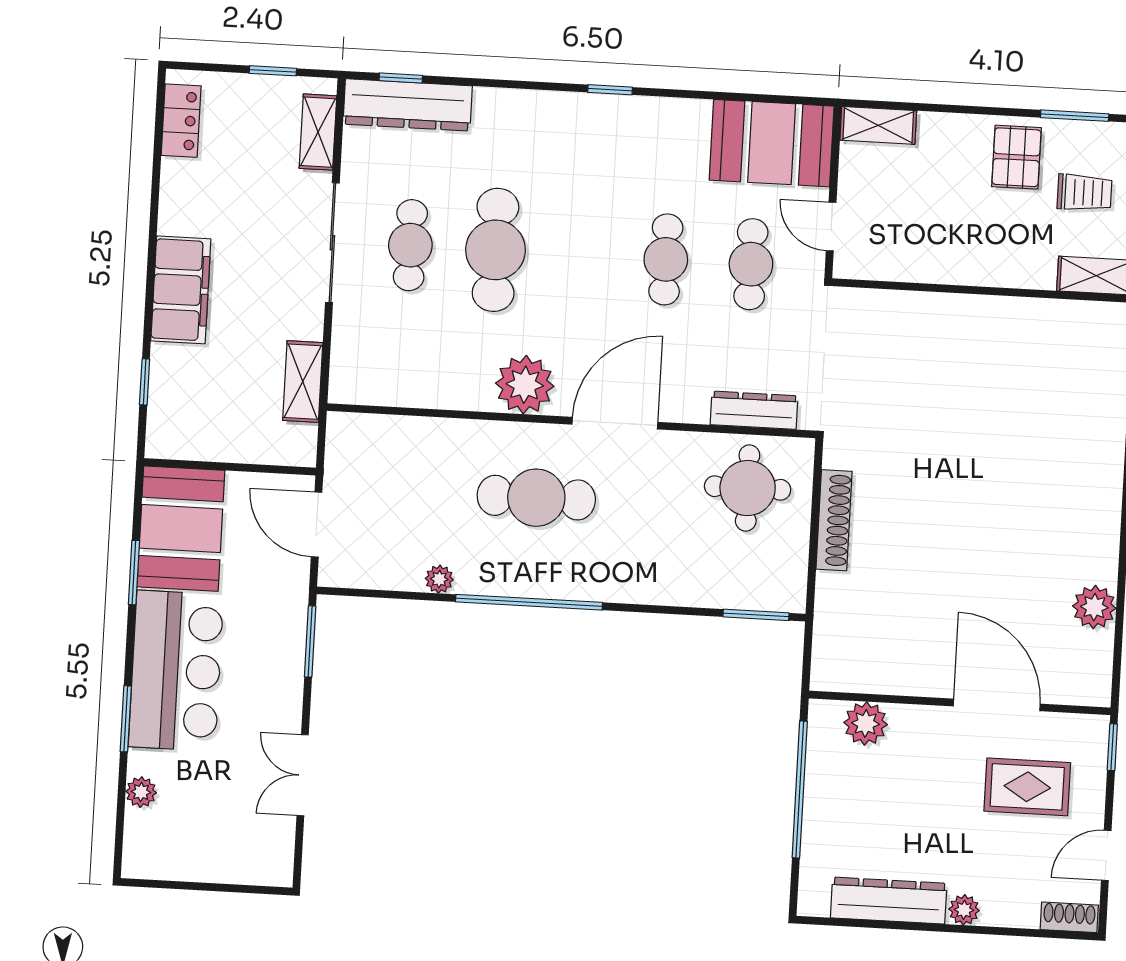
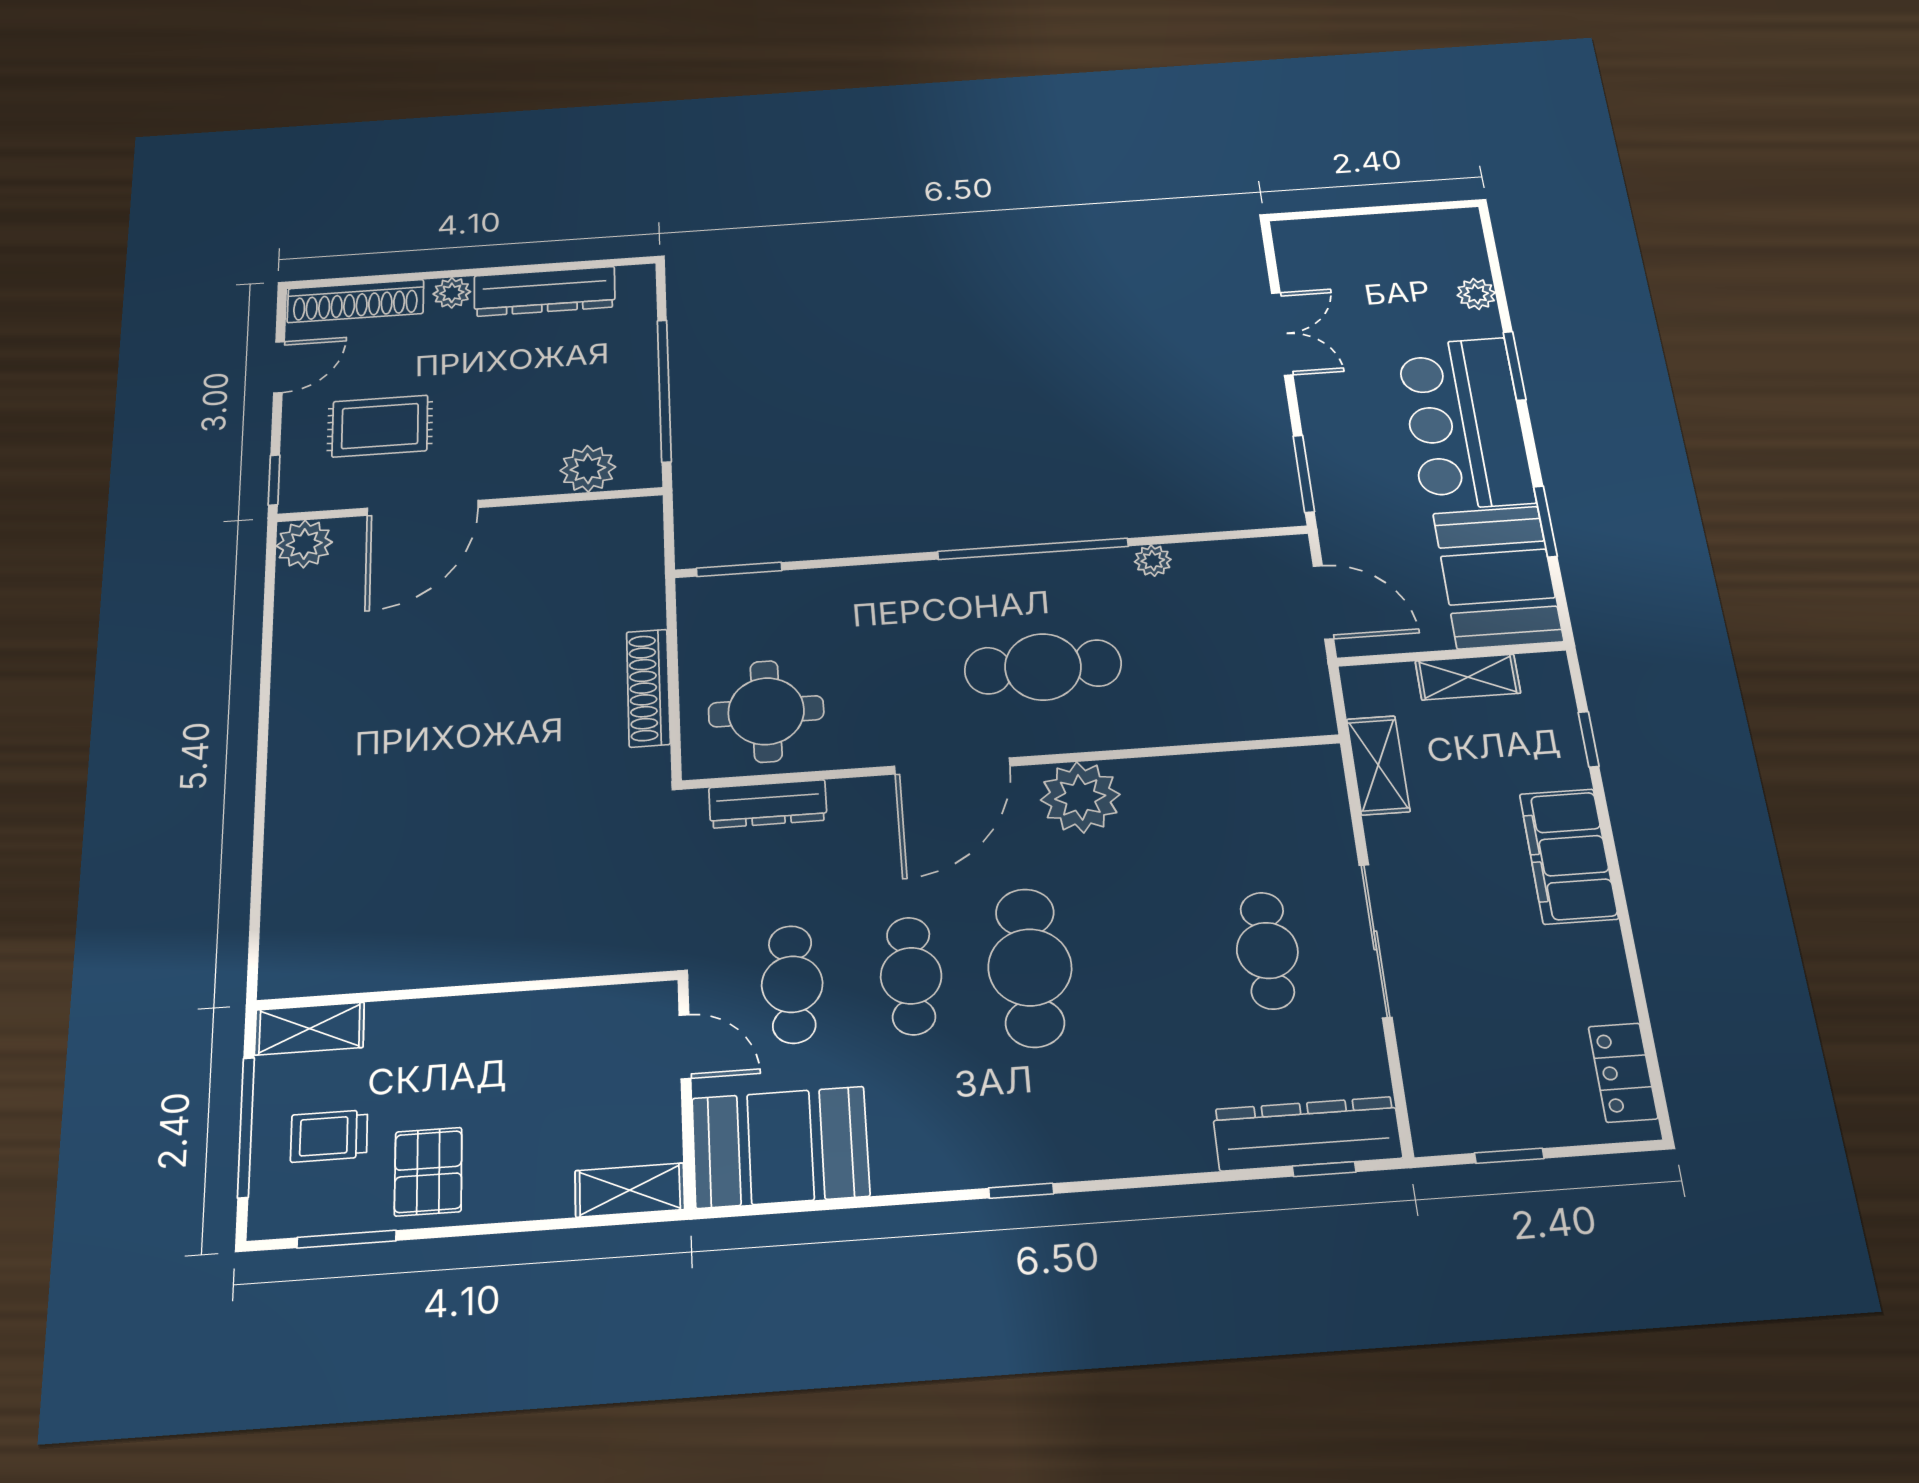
shelving: (318, 132) -> (1468, 677), moved, turned 90
cafe table: (496, 250) -> (1030, 967), moved
plant: (1094, 607) -> (304, 544), moved
door: (997, 705) -> (423, 508), hinge flipped
shoe rack: (1069, 917) -> (356, 301), width x1.94, depth x1.24

